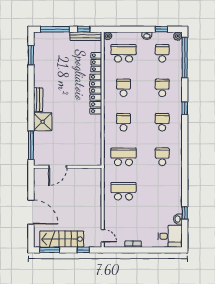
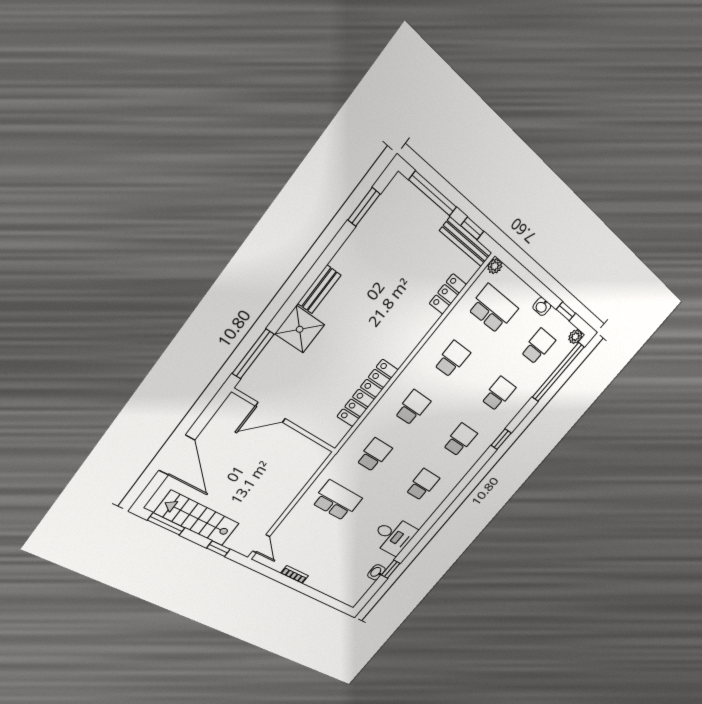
locker: (96, 94) -> (367, 393), moved
school desk: (123, 157) -> (374, 455), width x0.54
desk: (170, 236) -> (394, 536), moved

